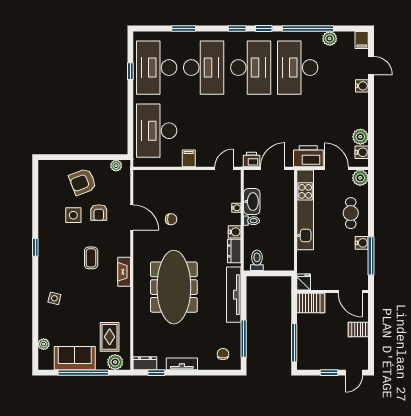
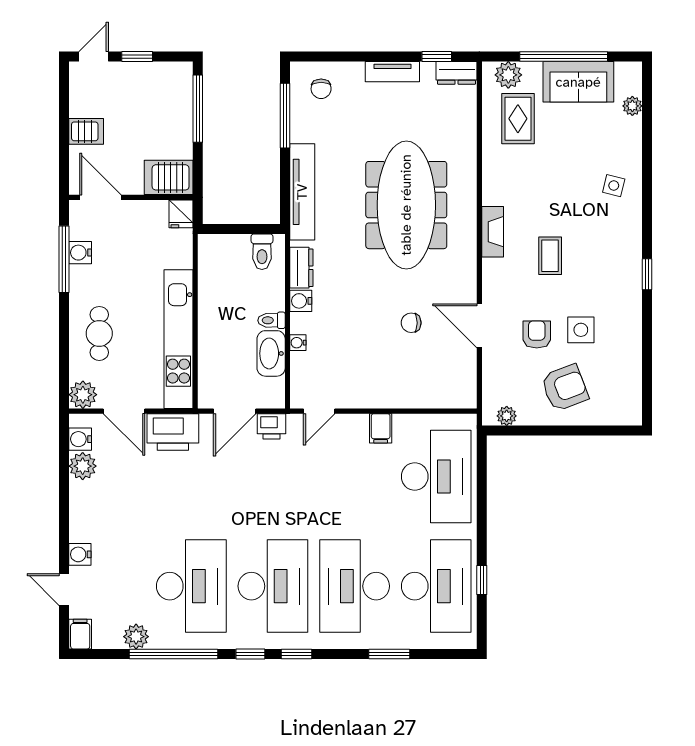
desk: (251, 68) -> (273, 586), turned 180
water cooler: (362, 243) -> (80, 253), moved

